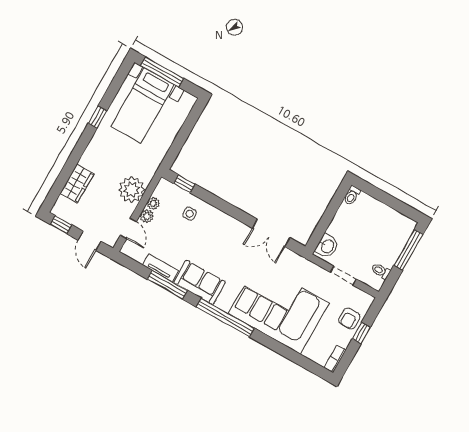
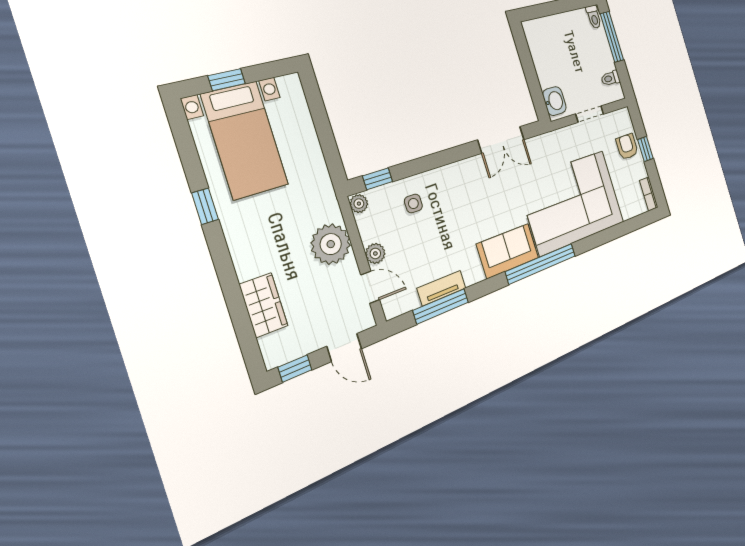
window: (162, 72) -> (227, 80), width x0.46
toilet: (352, 196) -> (594, 17), moved
plant: (153, 203) -> (359, 204), moved
sofa: (200, 282) -> (508, 251), moved
window: (167, 285) -> (441, 306), moved
armchair: (349, 318) -> (627, 147), turned 180

